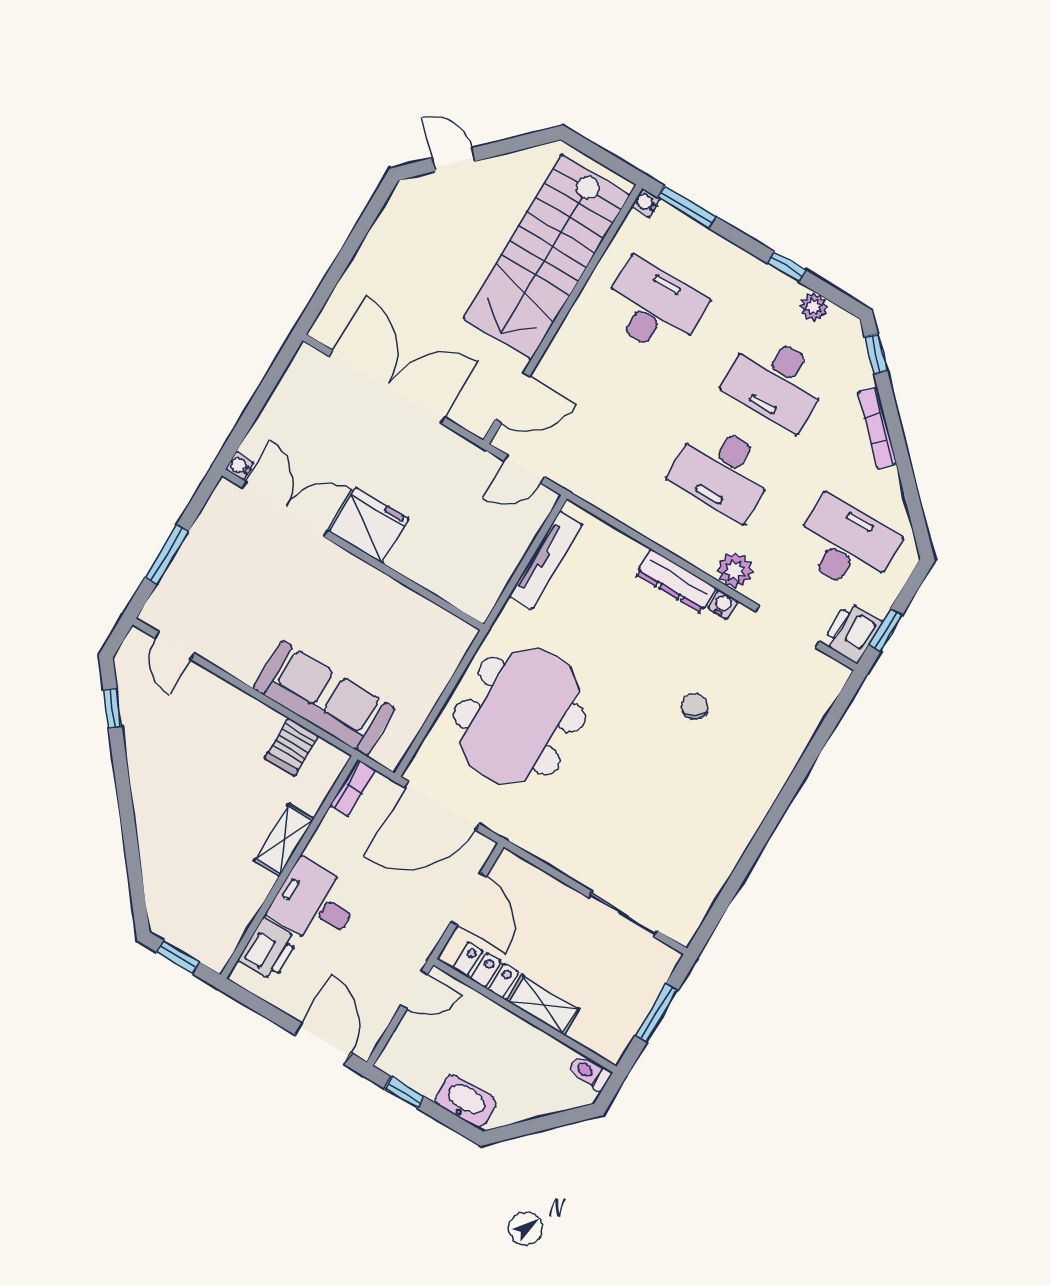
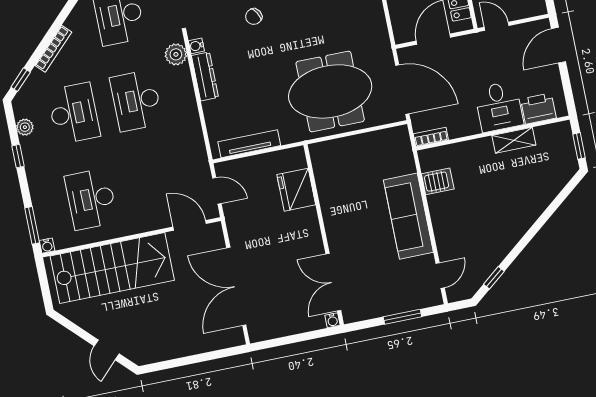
desk: (723, 471) -> (136, 101), turned 180
fridge: (369, 525) -> (296, 190), moved
sofa: (324, 698) -> (408, 216), moved
shelving: (284, 840) -> (514, 140), moved

